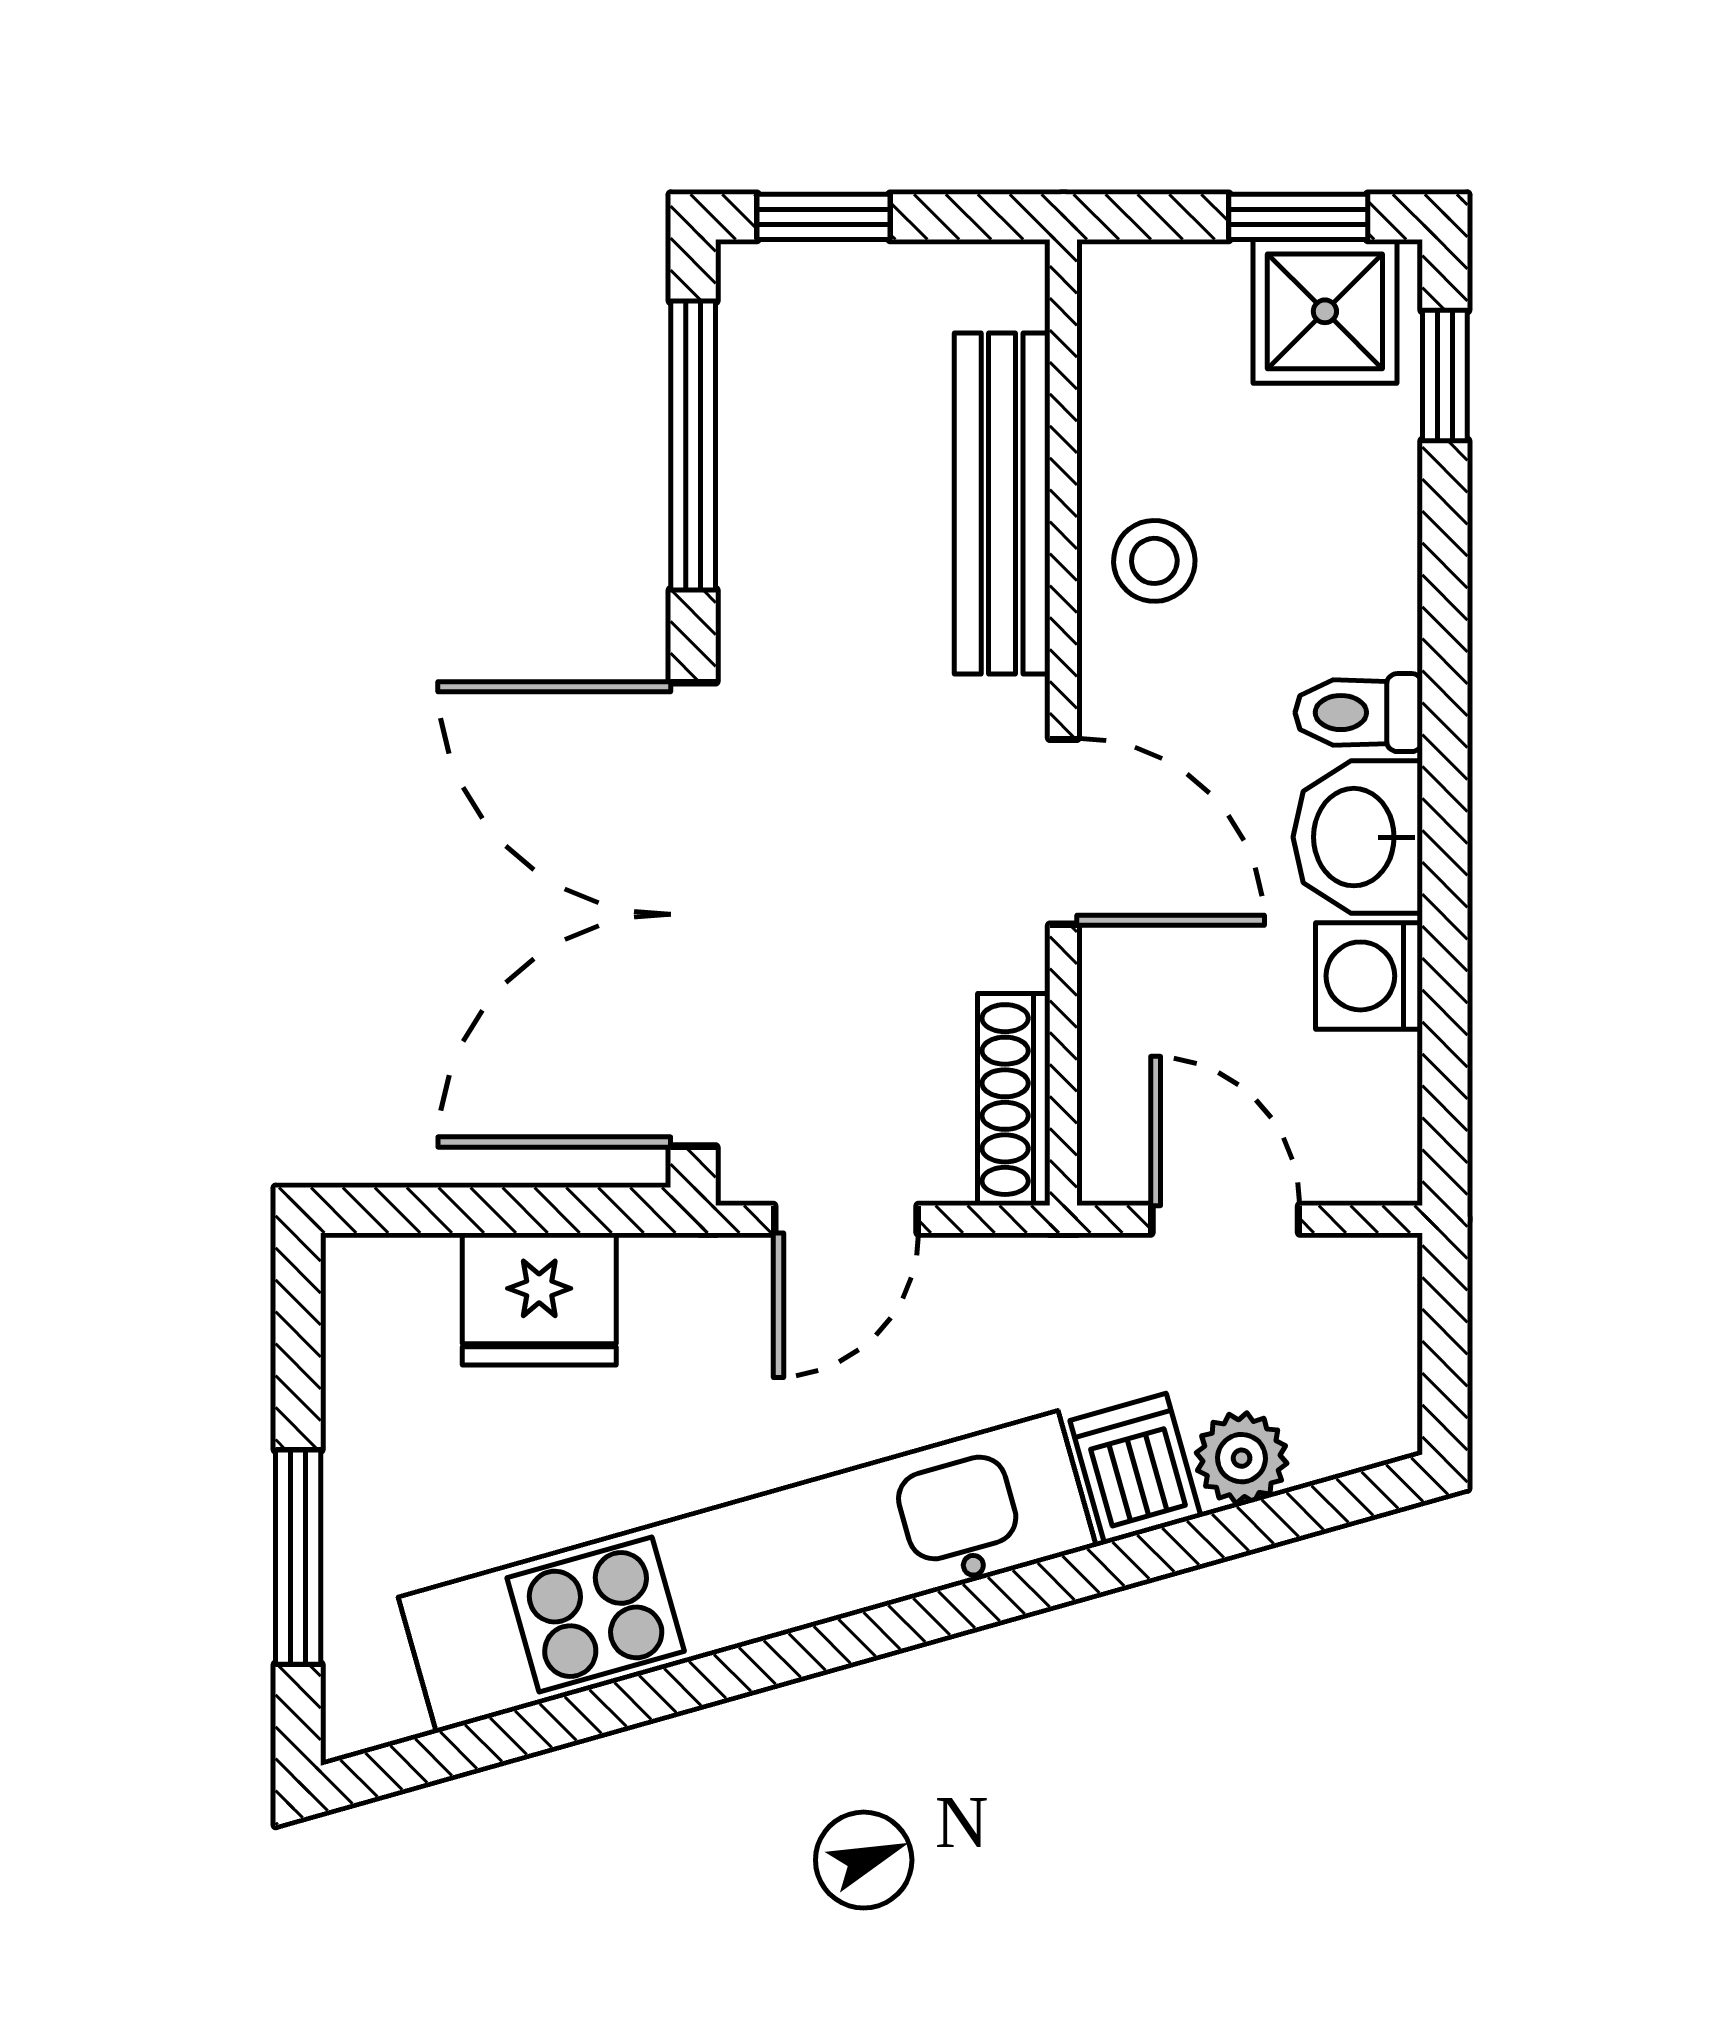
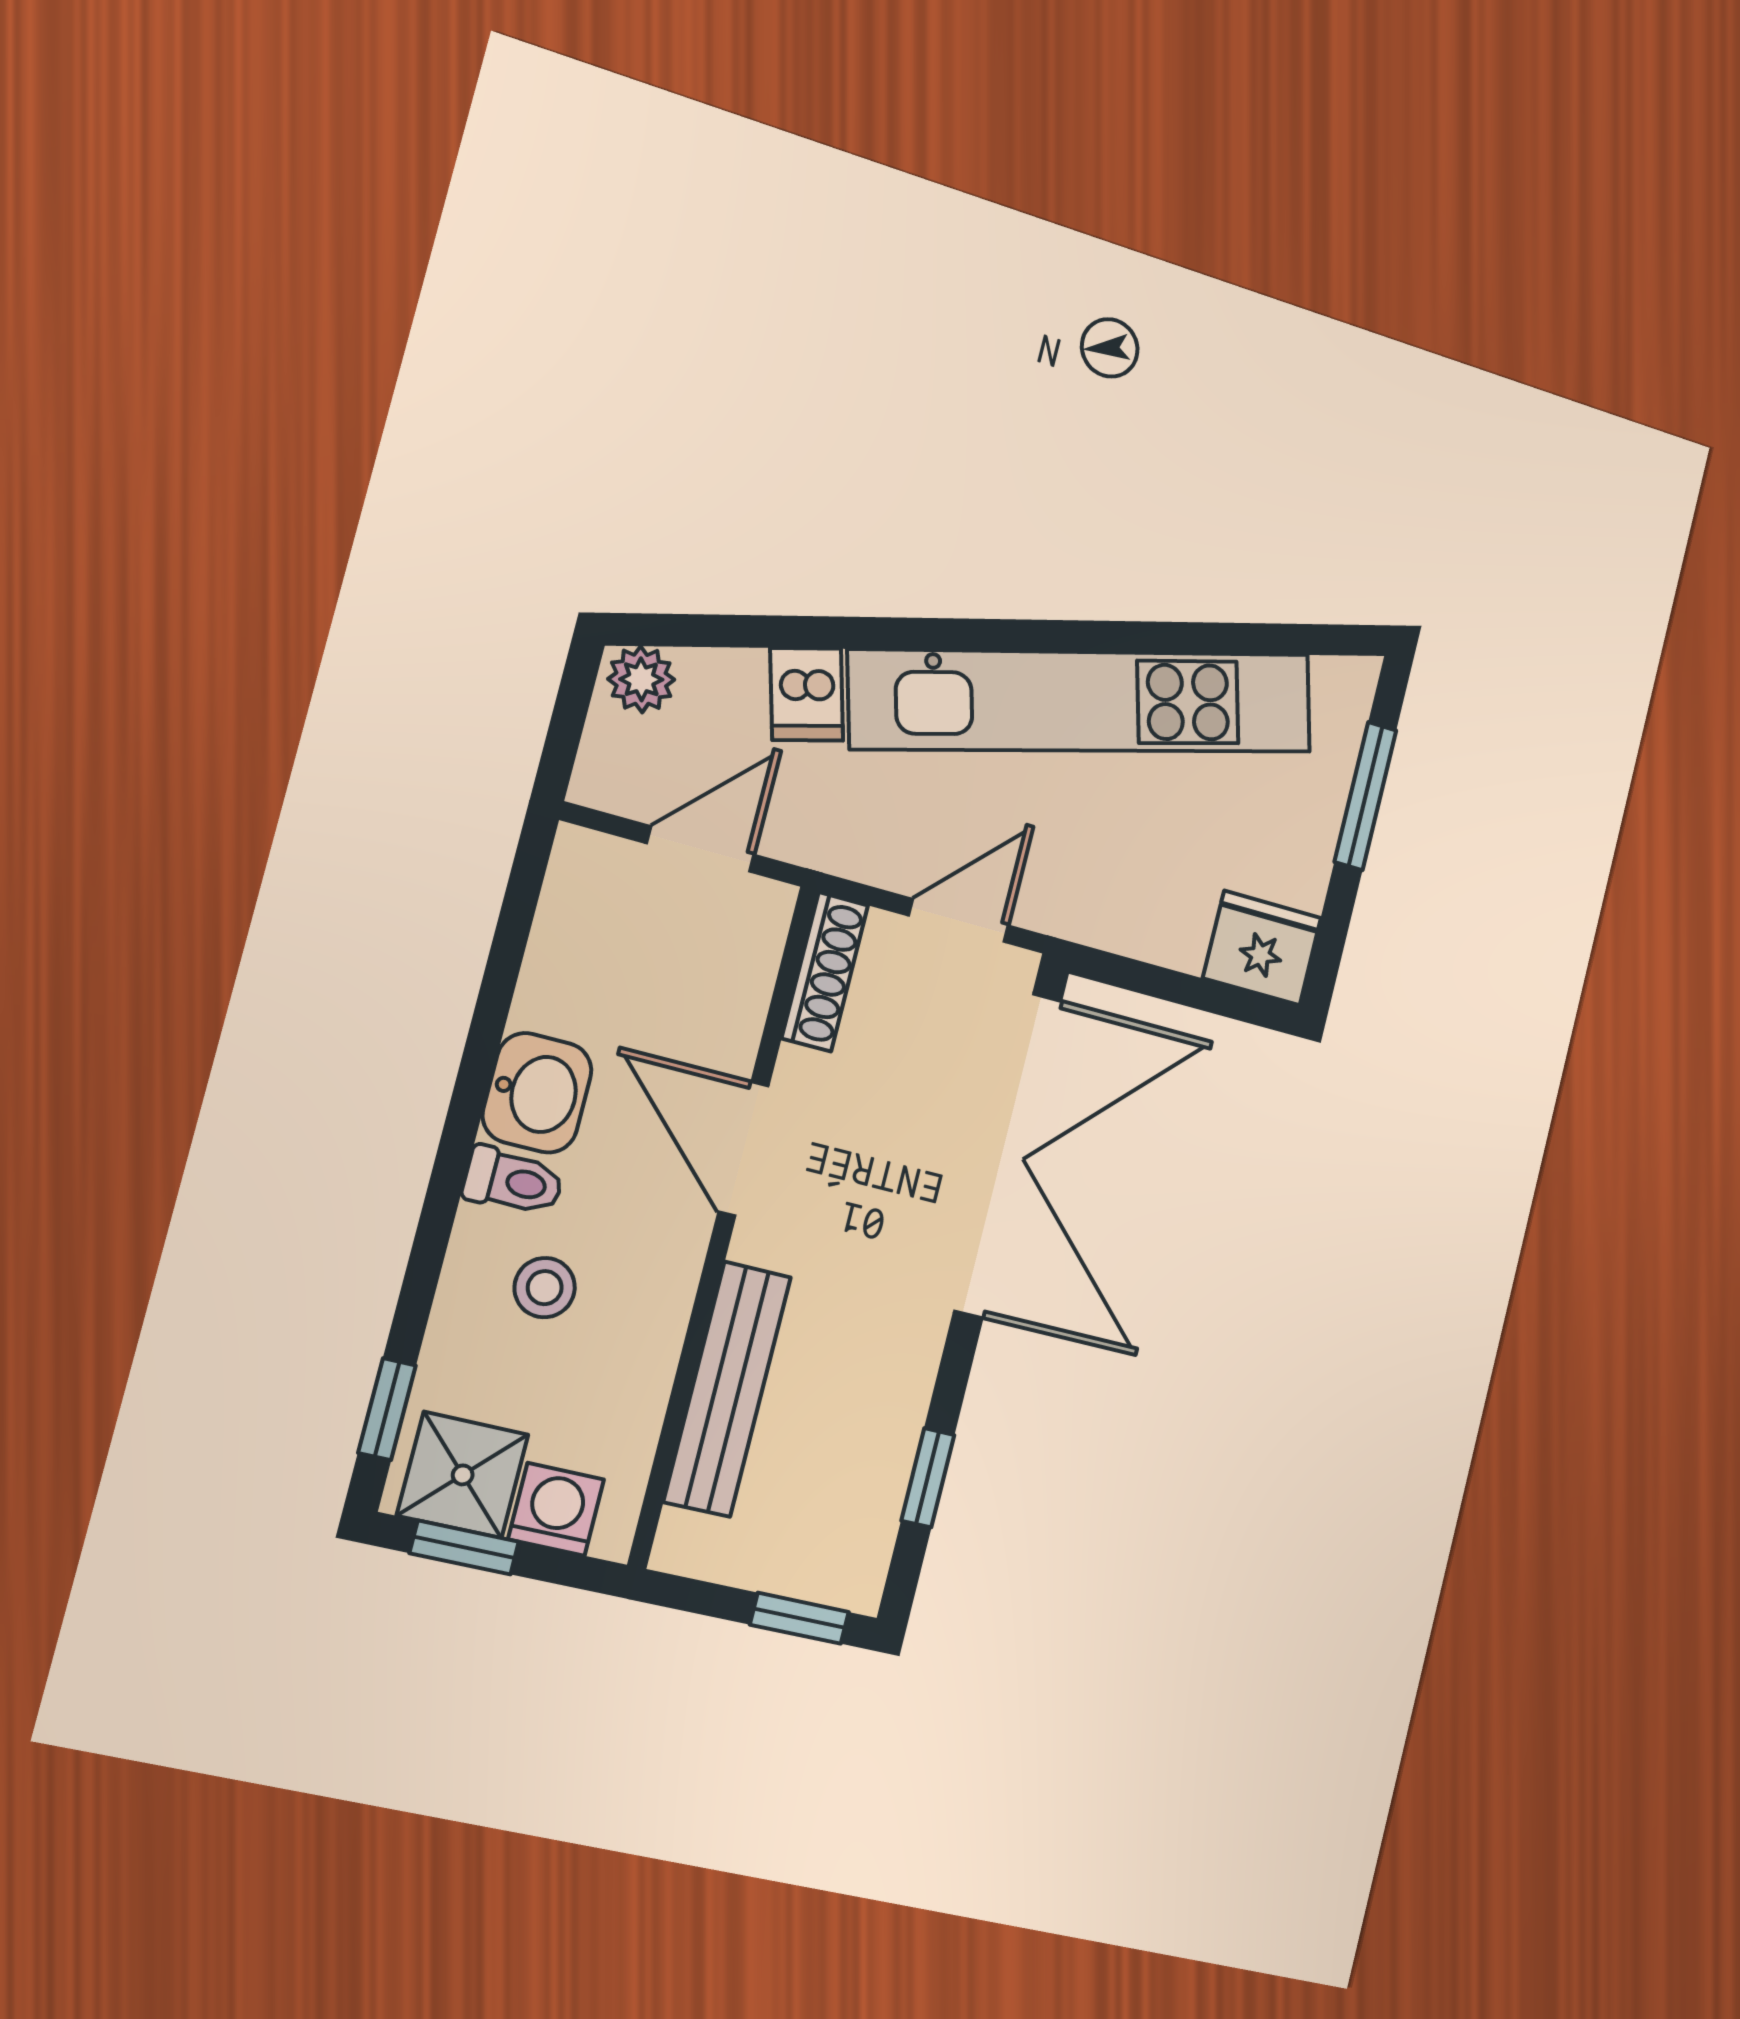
window: (693, 446) -> (928, 1478), width x0.46
stool: (1154, 561) -> (545, 1288), moved
washing machine: (1369, 976) -> (556, 1509), moved, turned -90
door: (1225, 1219) -> (701, 849), swing flipped
fridge: (539, 1299) -> (1262, 948), moved
plant: (1242, 1458) -> (641, 679), moved

